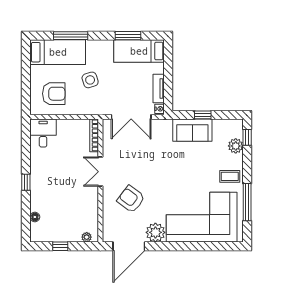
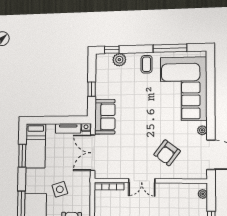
double door: (131, 117) -> (93, 153), swing flipped
sofa: (192, 130) -> (105, 117), moved
plant: (155, 232) -> (202, 130), width x0.53, depth x0.53

